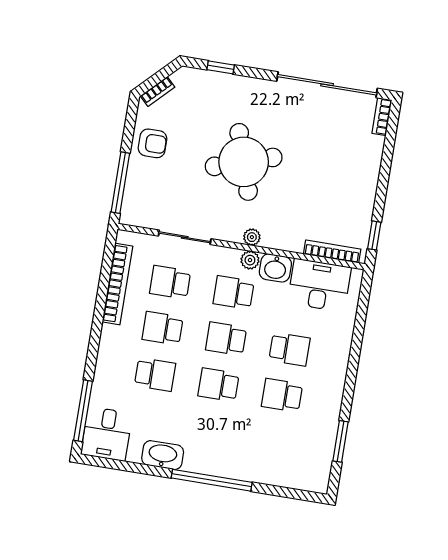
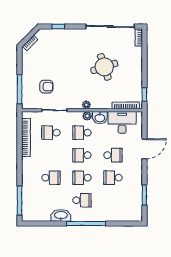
armchair: (153, 143) -> (46, 87), moved
round table: (244, 162) -> (104, 67), moved, width x0.73, depth x0.73
school desk: (163, 328) -> (82, 200), moved, turned 180
door: (356, 347) -> (144, 149), added
desk: (107, 434) -> (33, 210), removed

